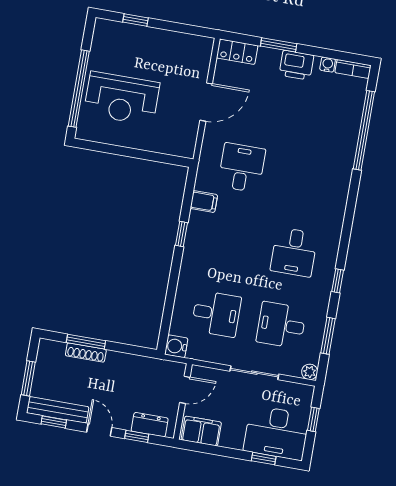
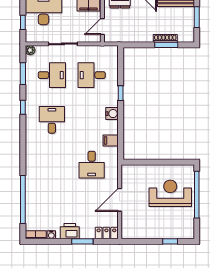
window: (181, 234) -> (121, 93), moved
water cooler: (176, 346) -> (112, 114), moved

